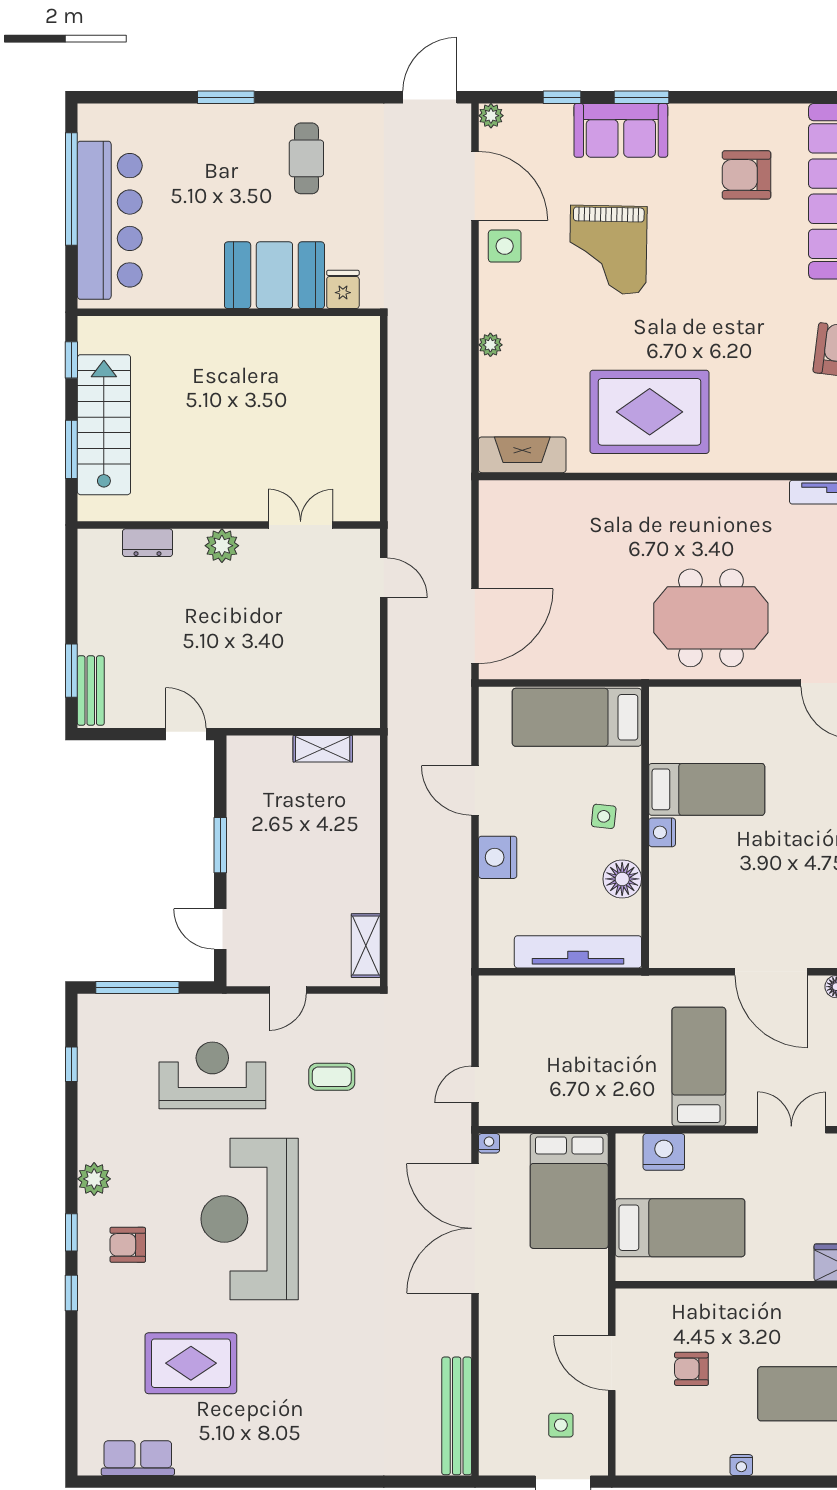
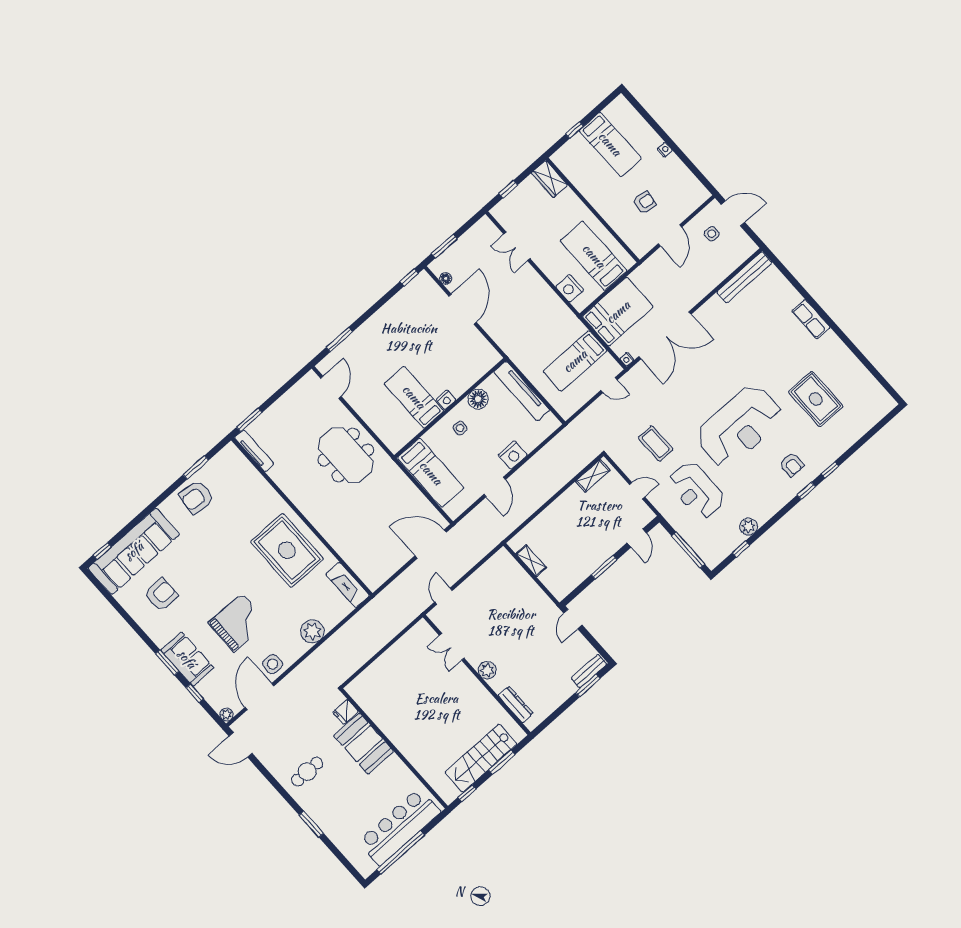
armchair: (747, 175) -> (161, 595), turned -90
plant: (490, 345) -> (312, 631), width x1.88, depth x1.88
dresser: (147, 543) -> (516, 704), width x1.44
bed: (699, 1067) -> (575, 361), moved
coffee table: (332, 1077) -> (656, 444), width x1.36, depth x1.30
plant: (94, 1179) -> (748, 527), moved
armchair: (691, 1369) -> (645, 202), turned -82
row of seats: (138, 1458) -> (811, 319), moved

